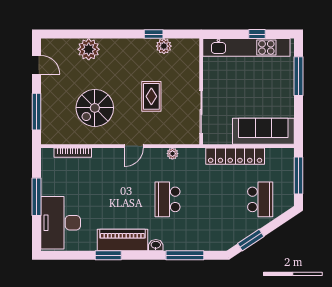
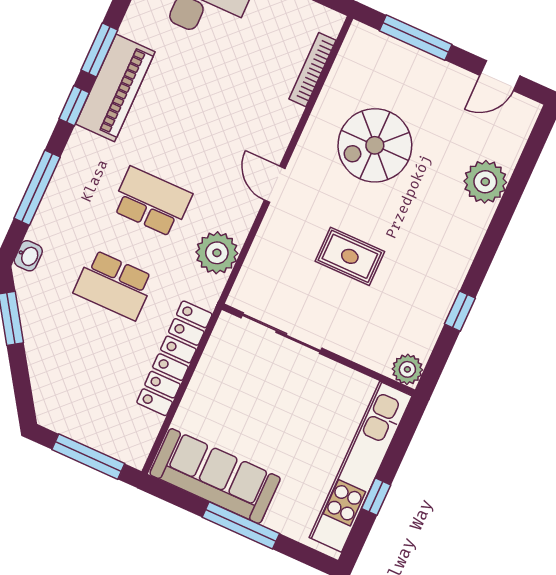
plant: (164, 46) -> (407, 369), moved
window: (299, 76) -> (241, 525), moved
spiral stairs: (95, 108) -> (375, 145), turned -90
sofa: (263, 131) -> (215, 476), moved, turned -90
plant: (172, 154) -> (217, 253), width x1.88, depth x1.88
school desk: (260, 199) -> (114, 285), moved
washbasin: (156, 245) -> (28, 256), moved
window: (139, 255) -> (74, 106), added

